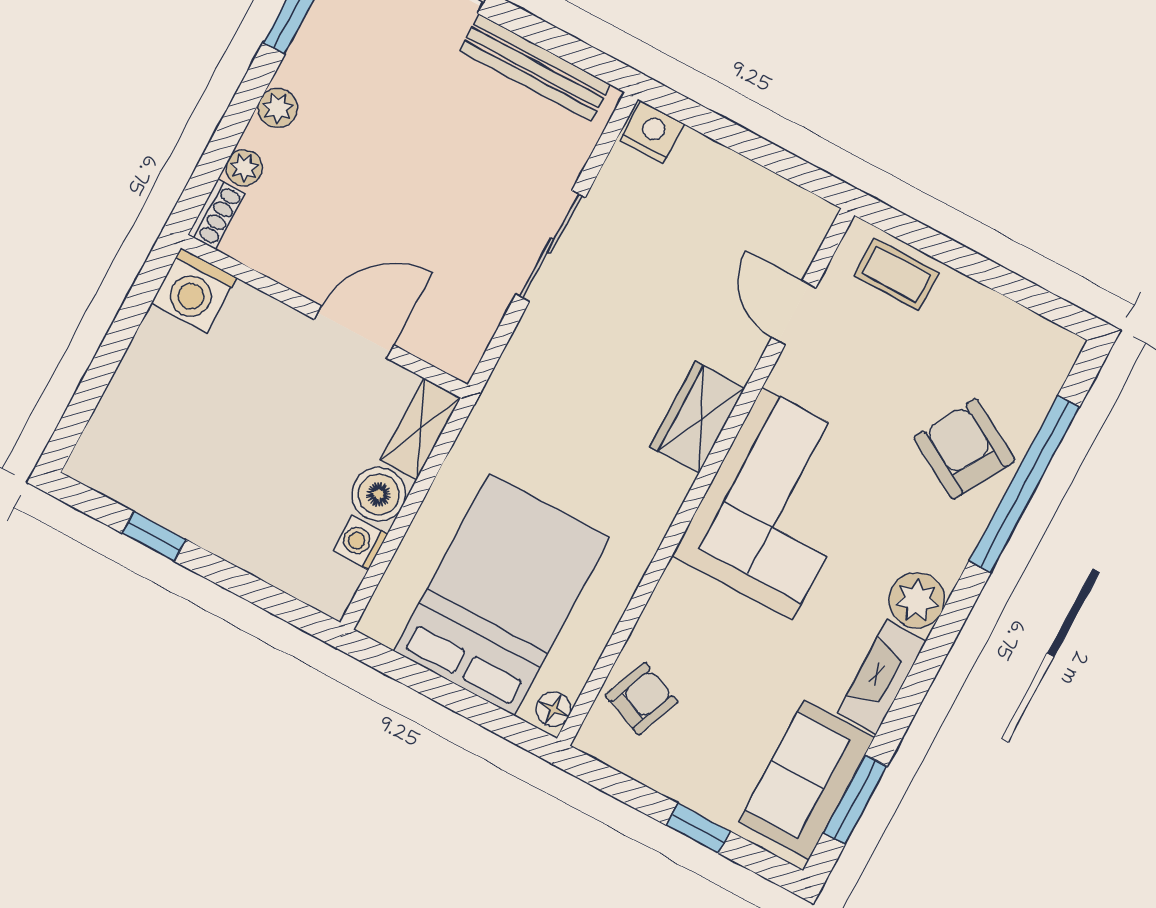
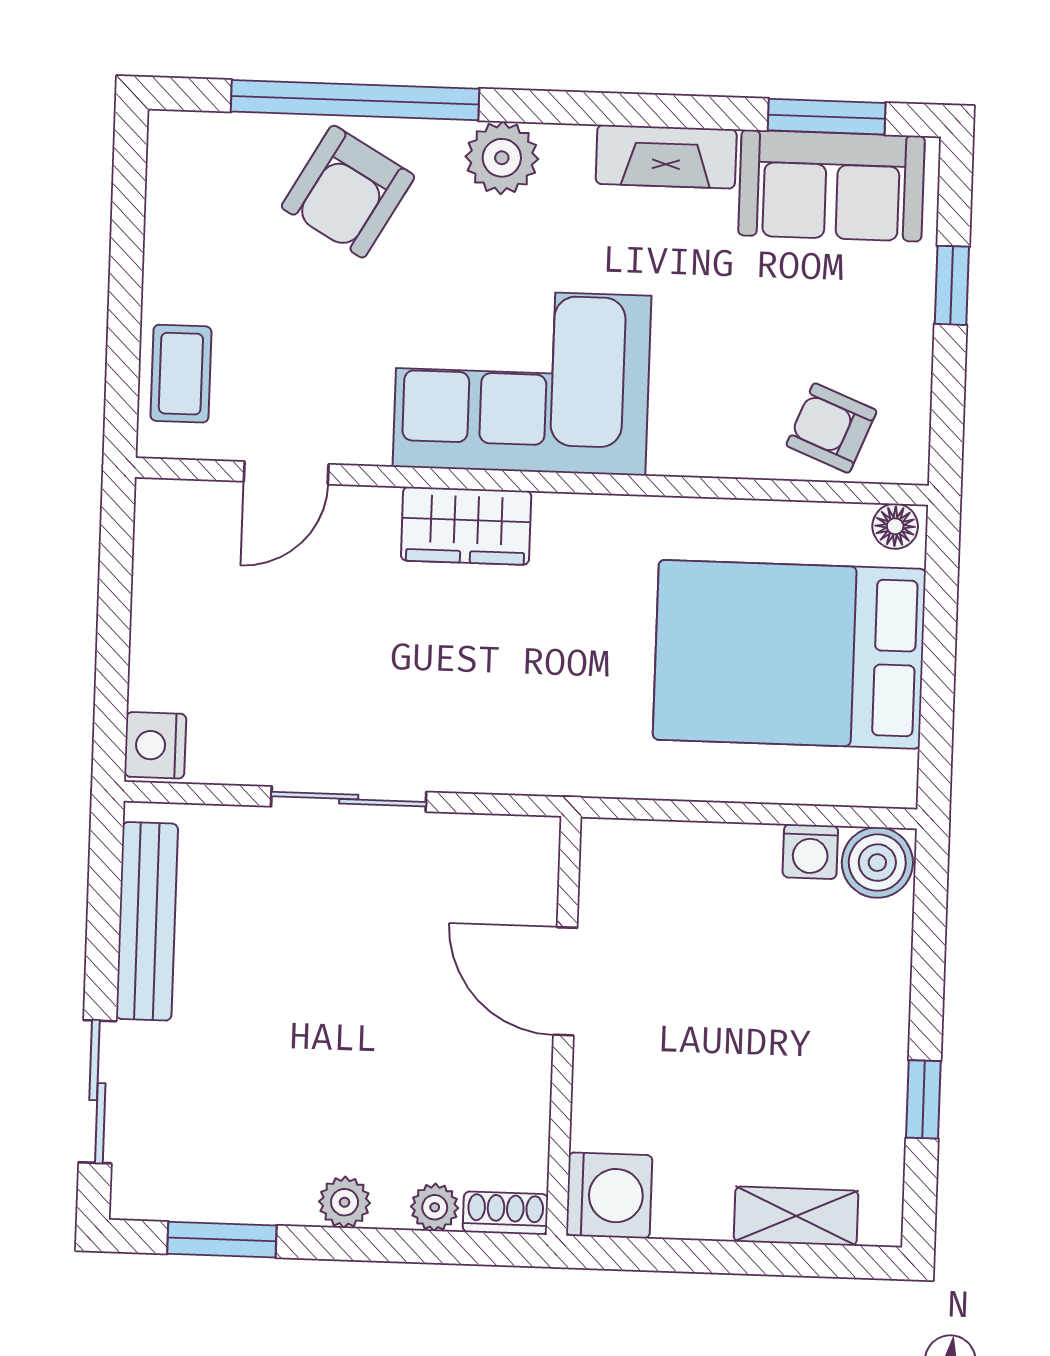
shelving: (421, 429) -> (796, 1216), moved
boiler: (379, 494) -> (877, 863), moved
plant: (917, 600) -> (502, 158), moved

